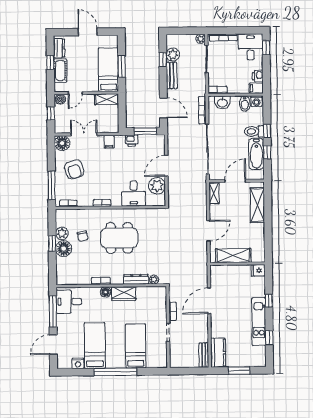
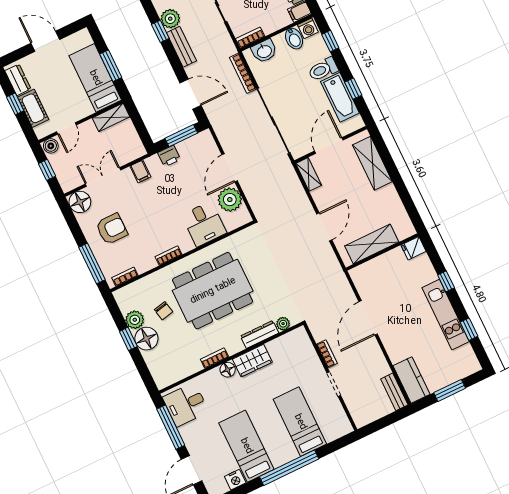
window: (267, 131) -> (330, 41), moved
armchair: (74, 169) -> (112, 229), turned -74
dining table: (119, 238) -> (213, 291), width x1.36, depth x1.24

